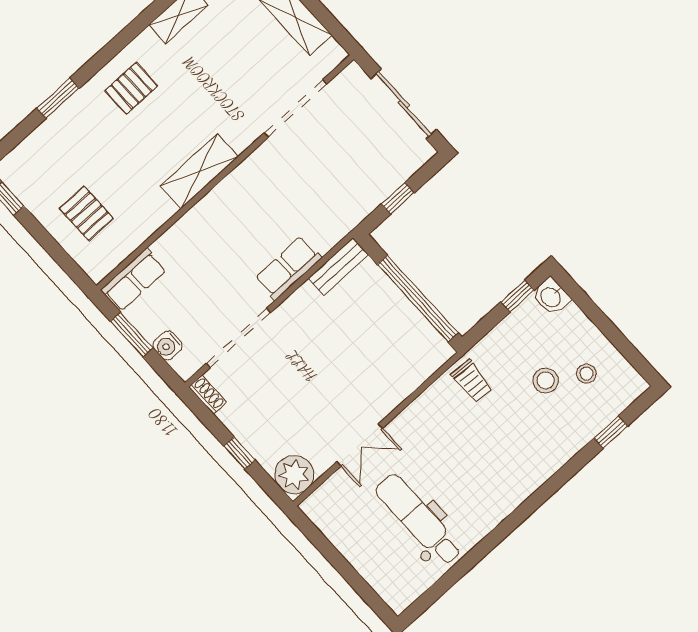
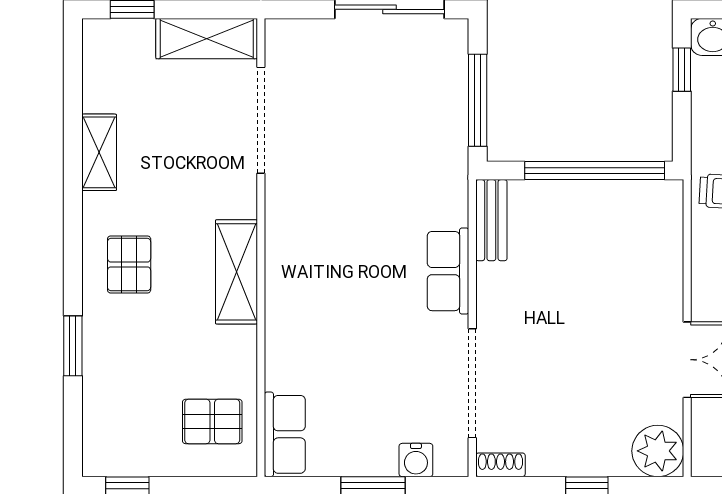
doorway: (296, 108) -> (261, 120), moved
shelving: (199, 171) -> (236, 272), moved
wall: (225, 173) -> (261, 248), moved
window: (398, 198) -> (478, 100), width x2.17
row of seats: (134, 280) -> (285, 434), moved

